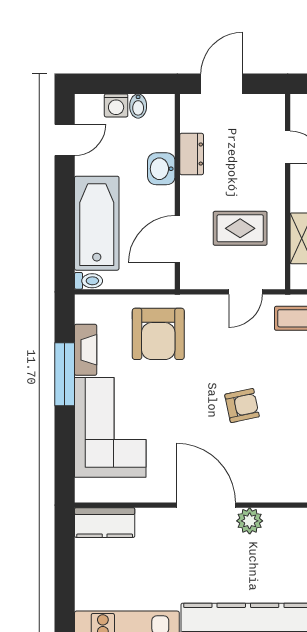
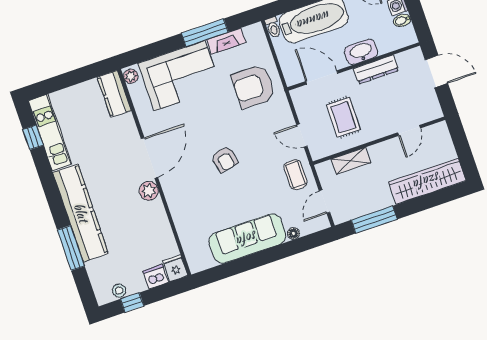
dresser: (192, 154) -> (376, 69), width x1.44
washbasin: (161, 169) -> (361, 52), width x1.38
plant: (89, 492) -> (131, 76), added

